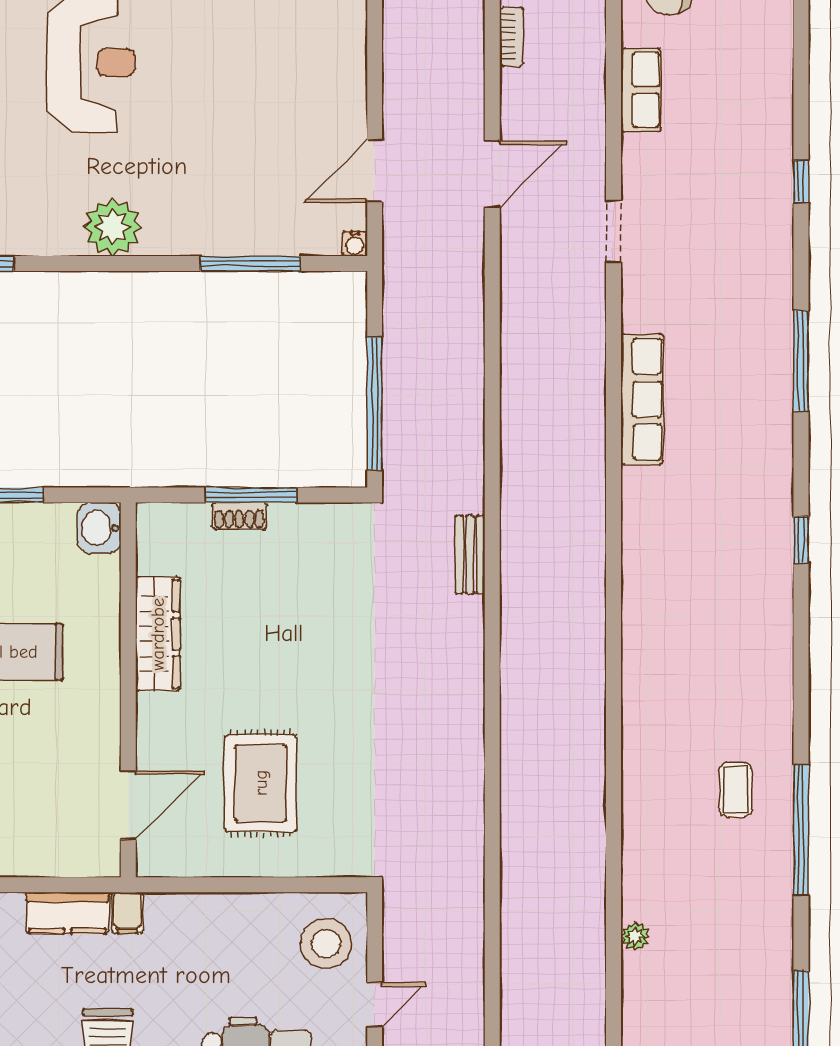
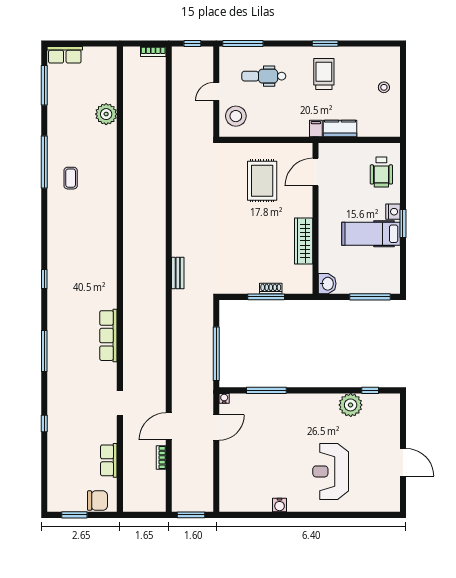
bookcase: (511, 37) -> (161, 458), moved
plant: (113, 227) -> (351, 405), moved
window: (375, 404) -> (216, 354), moved
plant: (635, 936) -> (106, 114), width x1.87, depth x1.87

